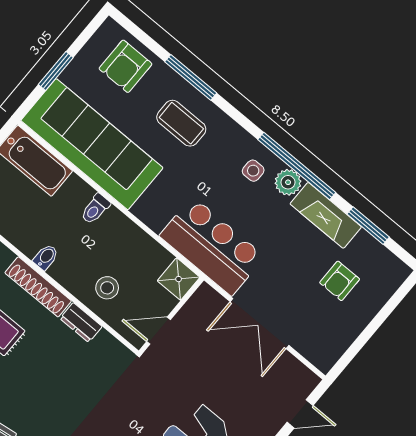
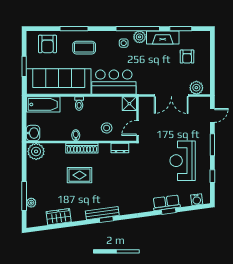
bar counter: (212, 246) -> (114, 82), moved
dresser: (81, 322) -> (120, 148), moved
plant: (312, 345) -> (196, 88), added

